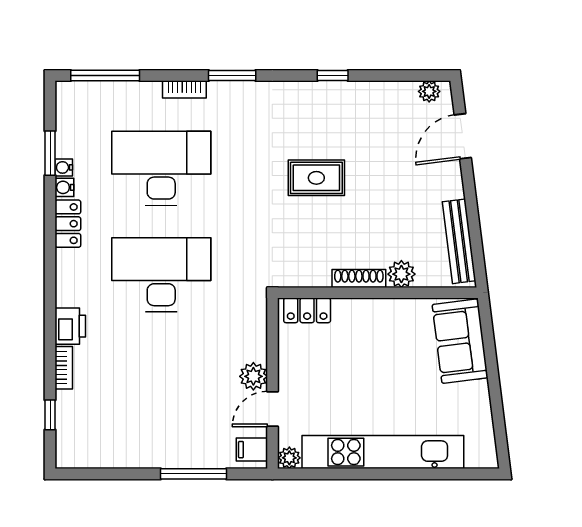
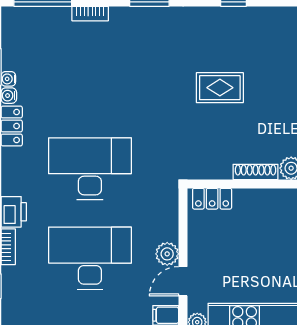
bookcase: (184, 89) -> (90, 14), moved
desk: (161, 168) -> (90, 258), moved

